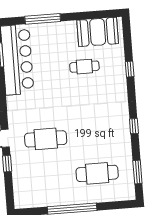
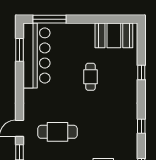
window: (43, 19) -> (49, 19), moved
cafe table: (84, 67) -> (91, 77), moved, turned 90

